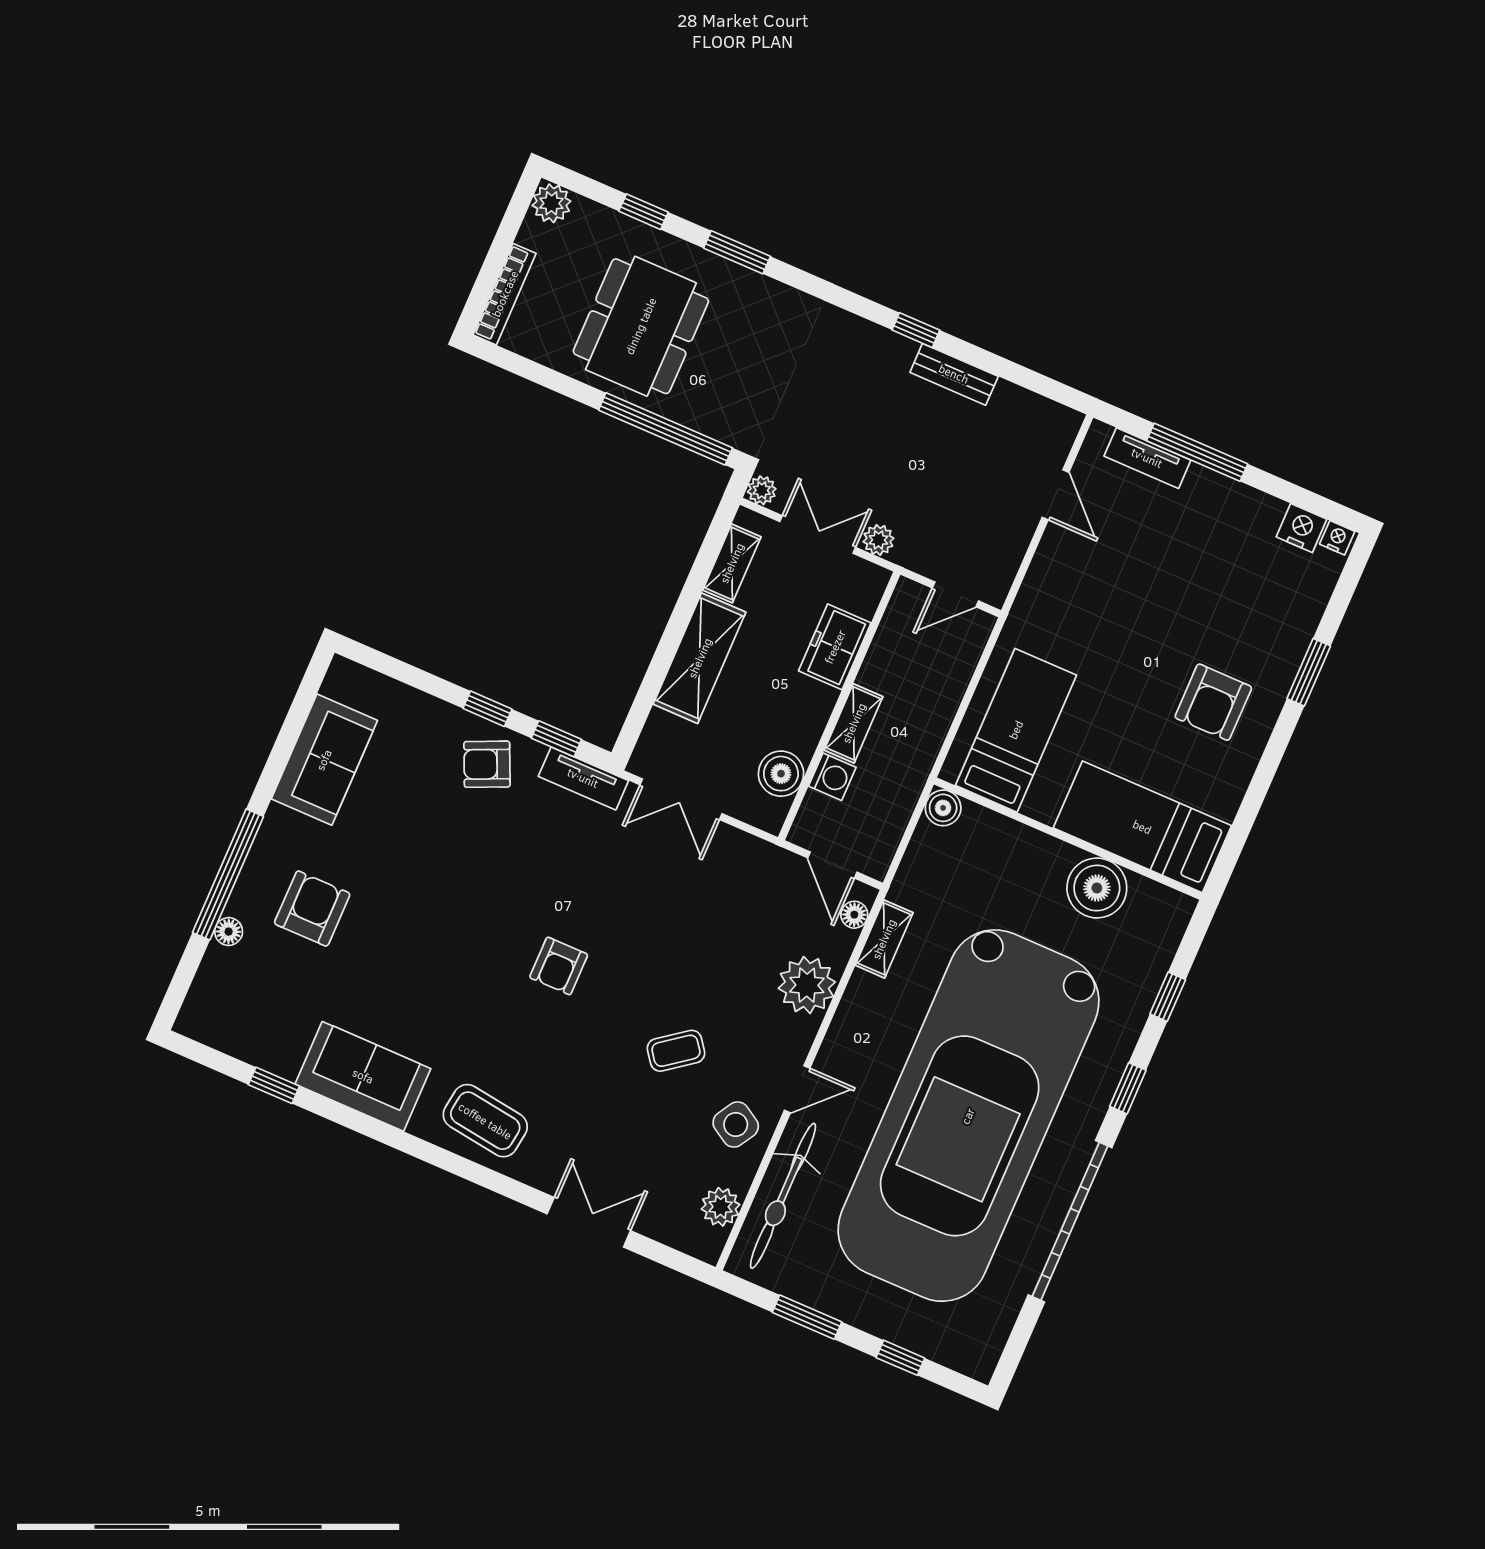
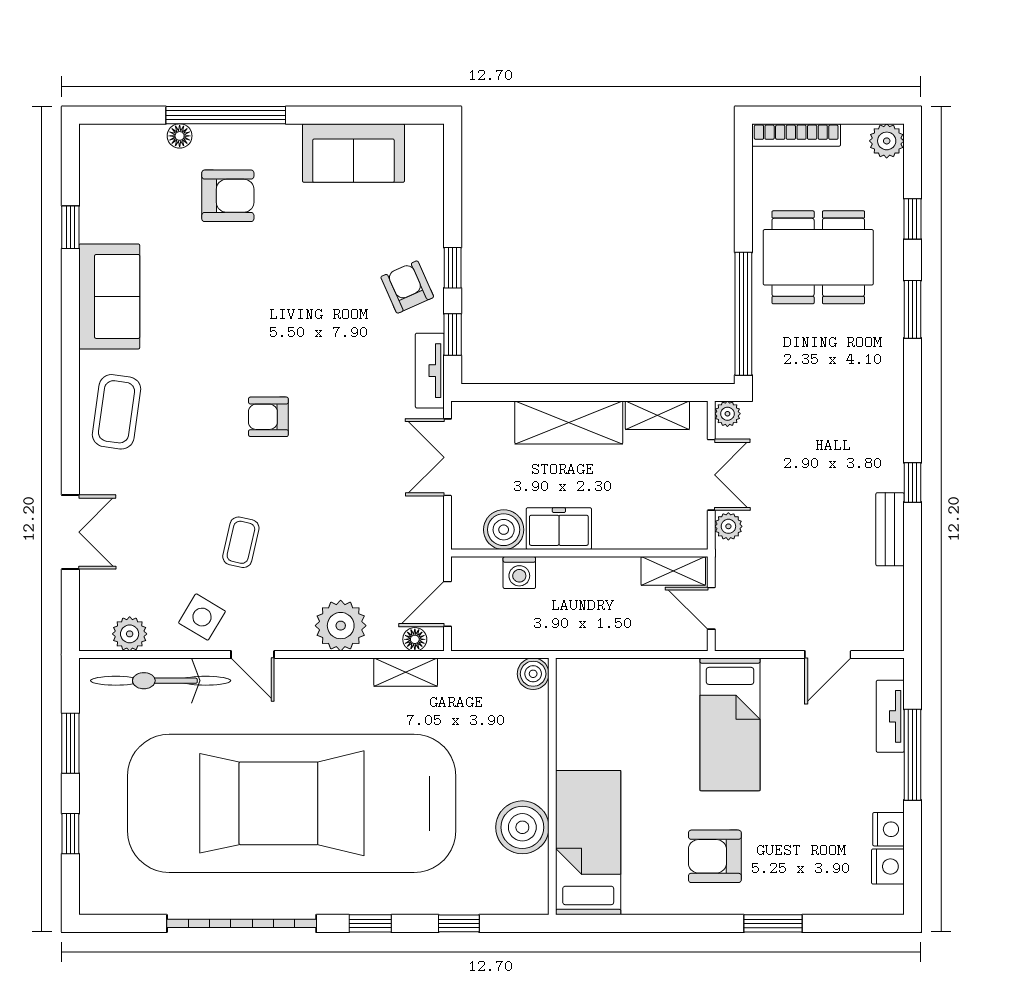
nightstand: (1337, 538) -> (888, 829), moved, width x1.39, depth x1.35
freezer: (835, 647) -> (559, 529), moved
shelving: (854, 723) -> (673, 571), moved
bed: (1016, 730) -> (730, 724), moved, turned 90
coffee table: (676, 1051) -> (241, 542), turned 50

